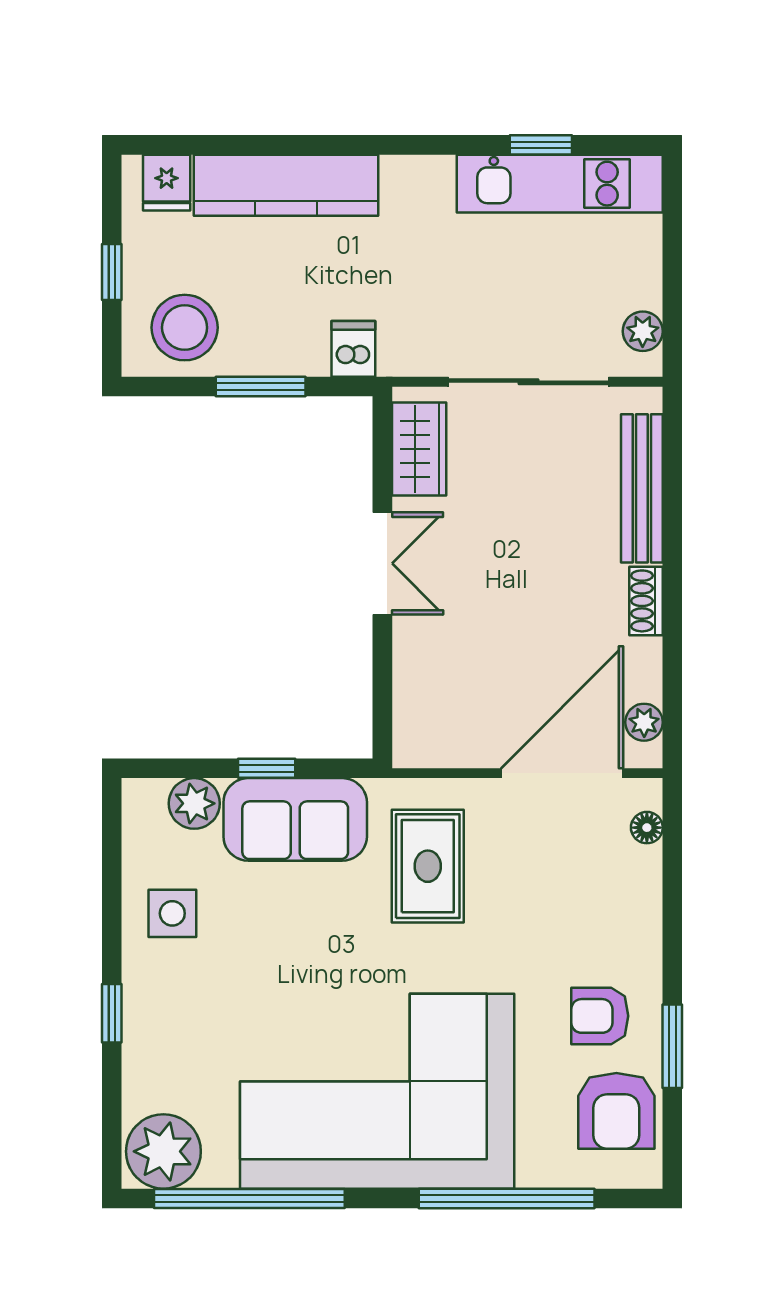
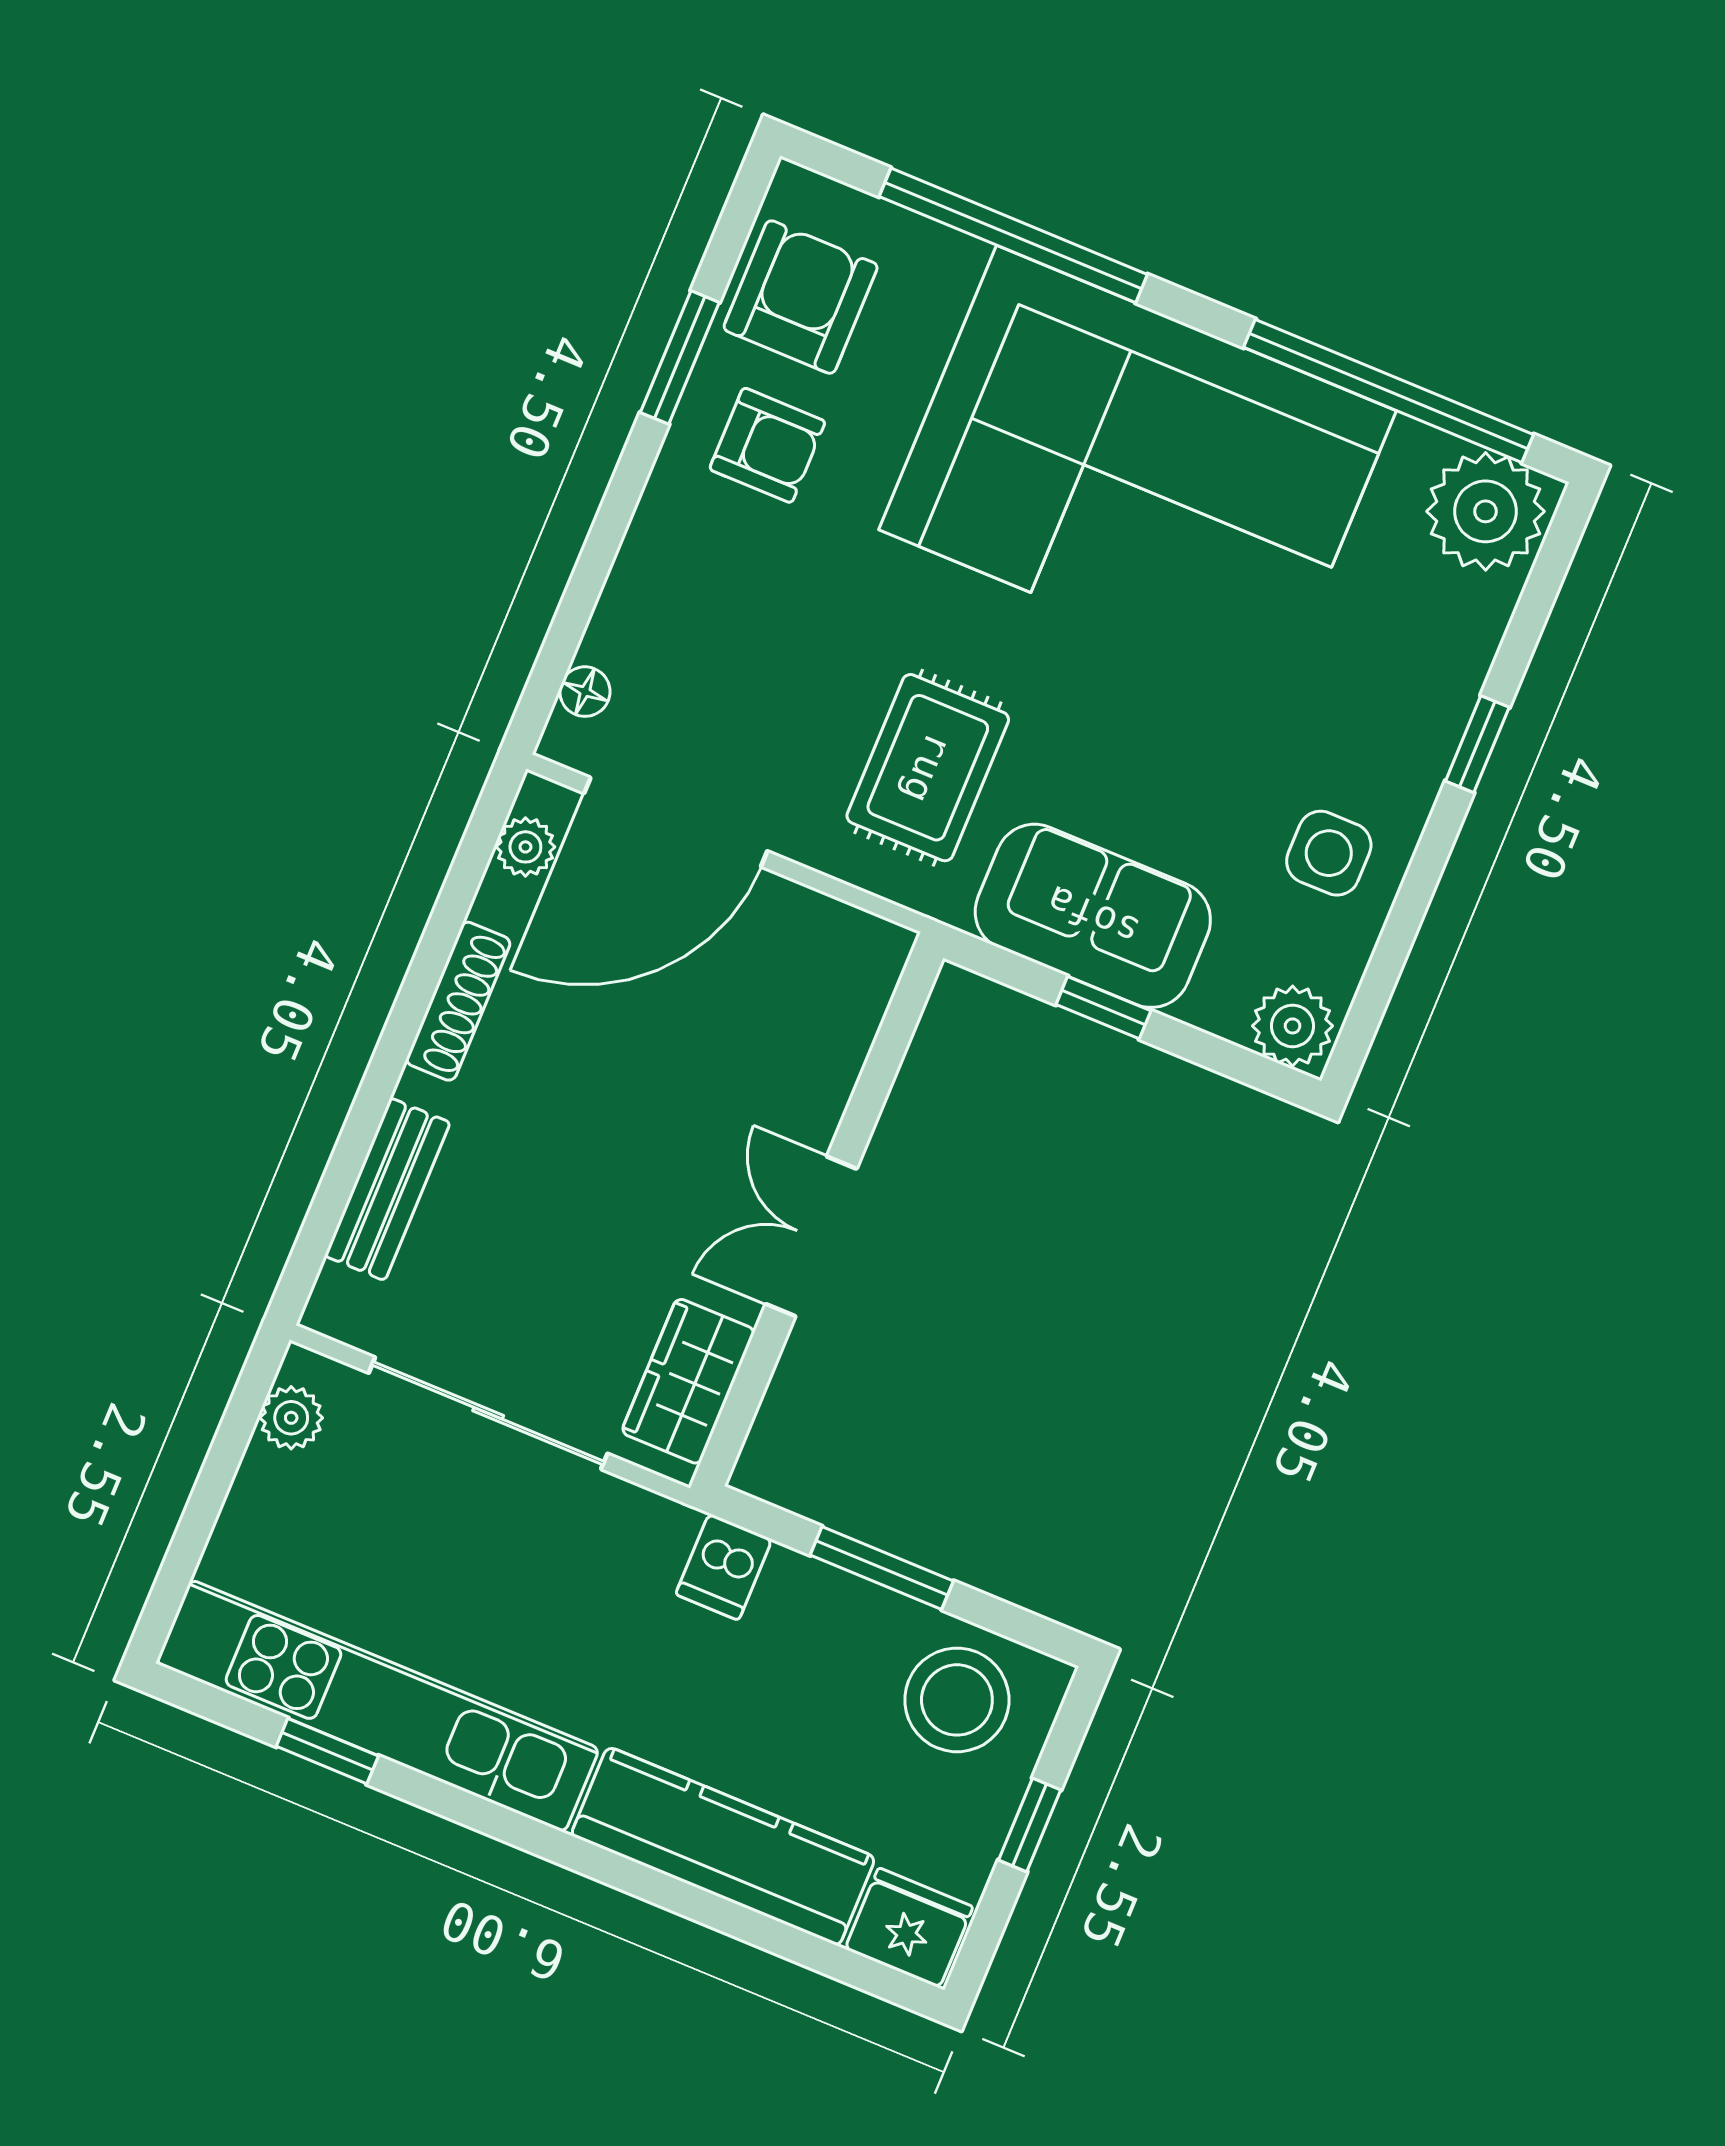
fridge: (167, 183) -> (909, 1928), width x1.38
kitchen unit: (560, 184) -> (378, 1706), width x1.36
bench: (642, 488) -> (387, 1189), width x0.73
shoe rack: (646, 601) -> (458, 1001), width x1.43
plant: (194, 803) -> (1293, 1026), moved

